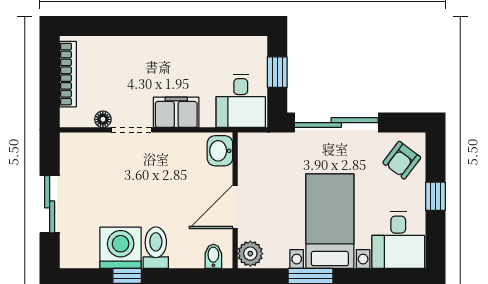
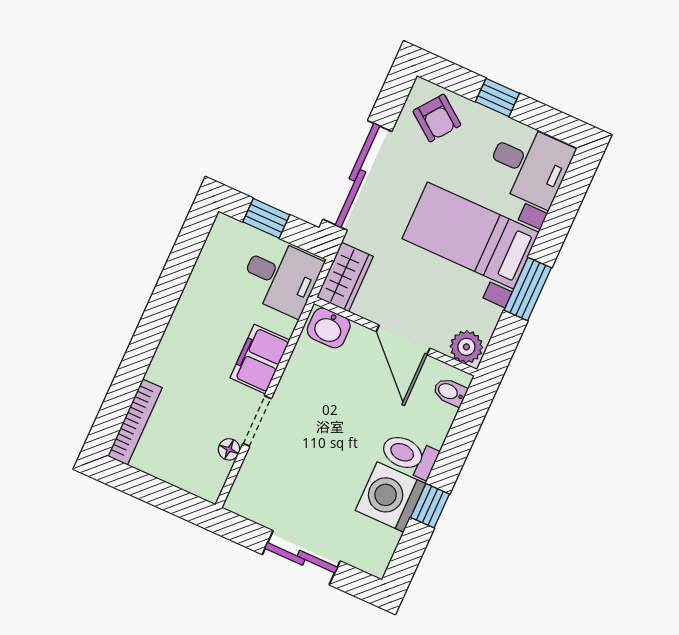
bookcase: (68, 74) -> (135, 422), moved, turned 90
wardrobe: (261, 146) -> (345, 277), added

